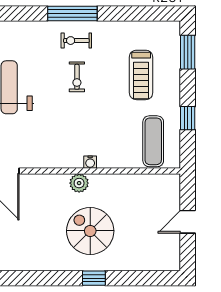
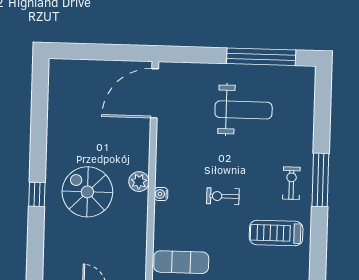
treadmill: (141, 75) -> (276, 233), moved
exercise bike: (77, 77) -> (223, 196), moved
spiral stairs: (90, 231) -> (87, 192), turned -90

